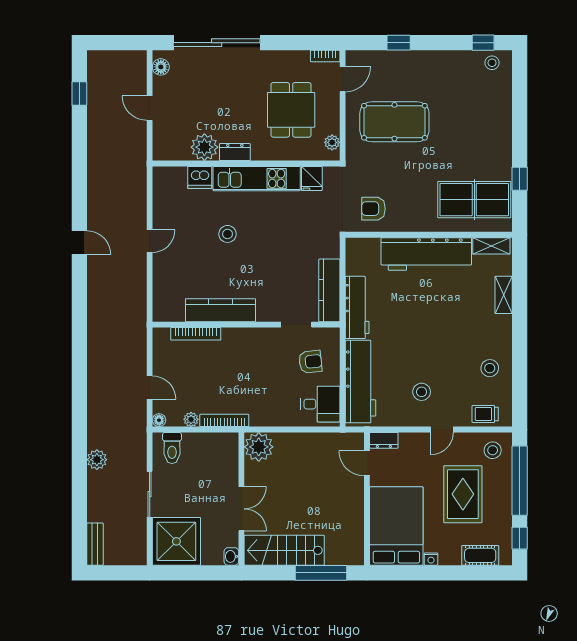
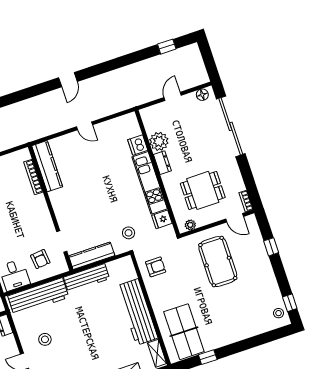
armchair: (373, 209) -> (156, 267), turned 90
stool: (227, 234) -> (129, 233), moved
kitchen counter: (221, 310) -> (47, 166), moved

